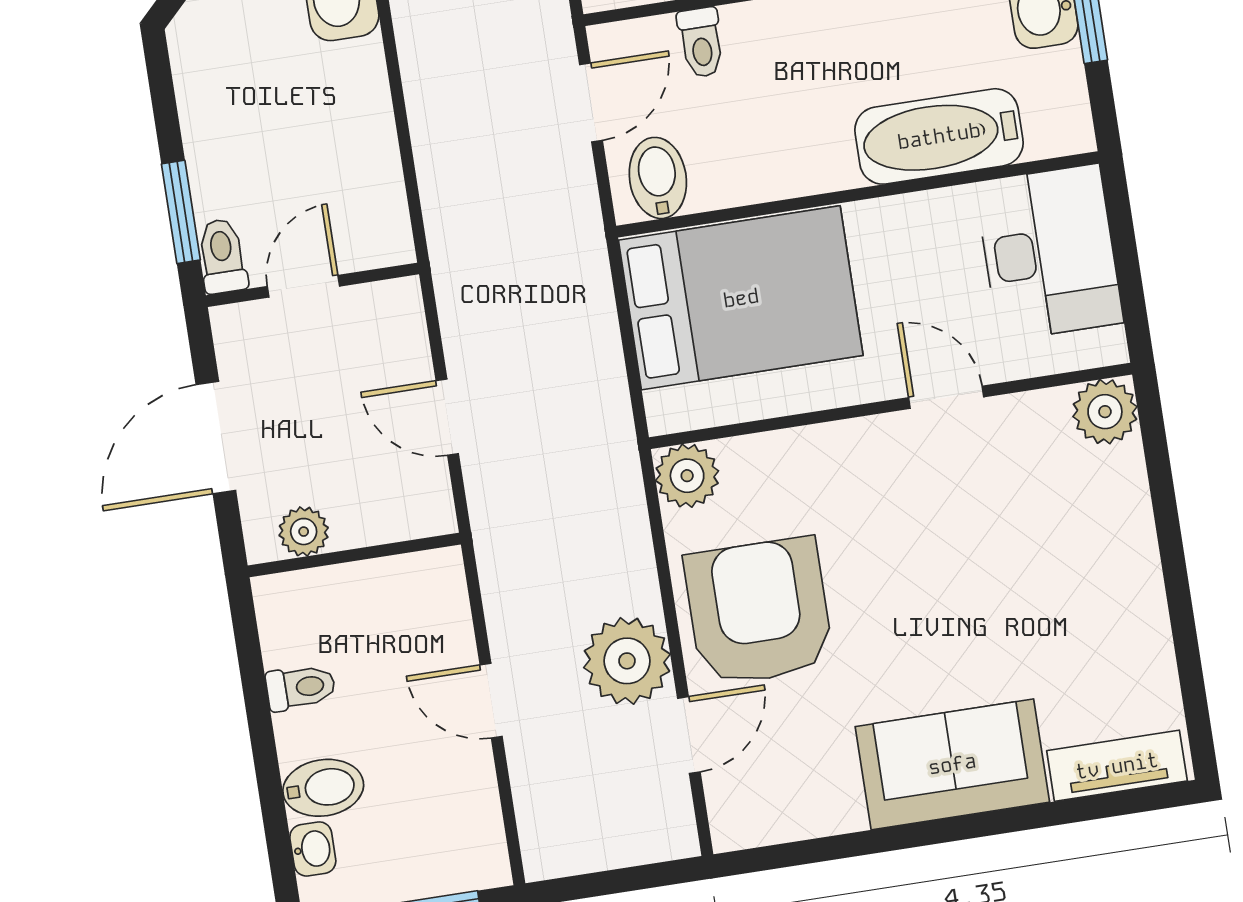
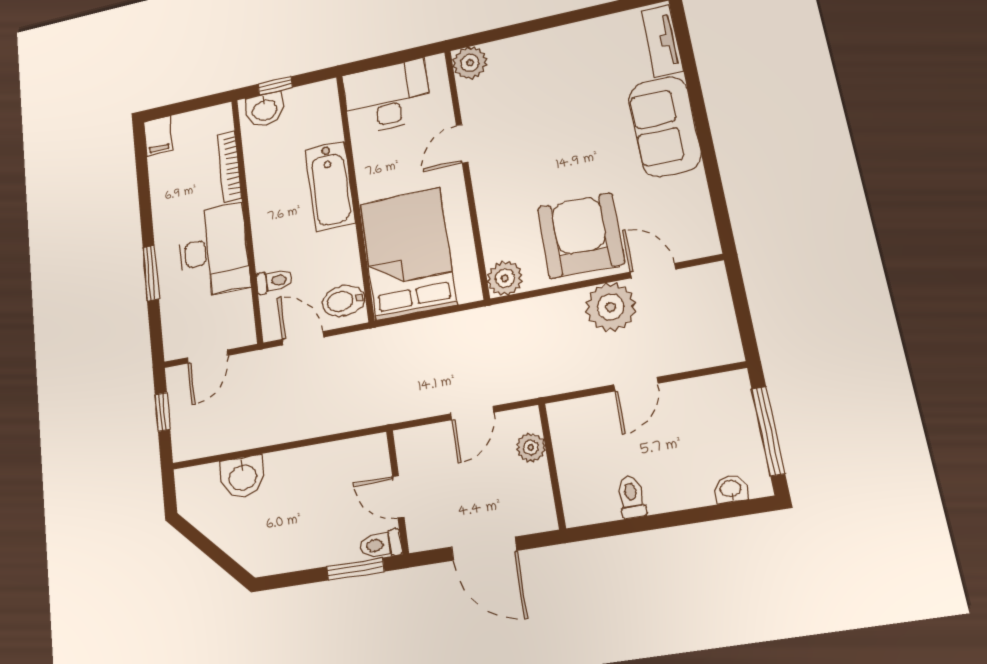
bathtub: (939, 136) -> (330, 186), moved
plant: (304, 532) -> (531, 447), moved
armchair: (759, 612) -> (581, 235), turned 90
bidet: (323, 788) -> (692, 483), removed

